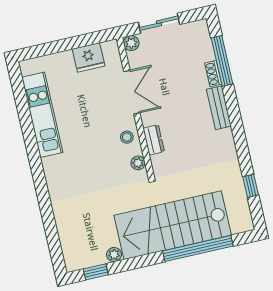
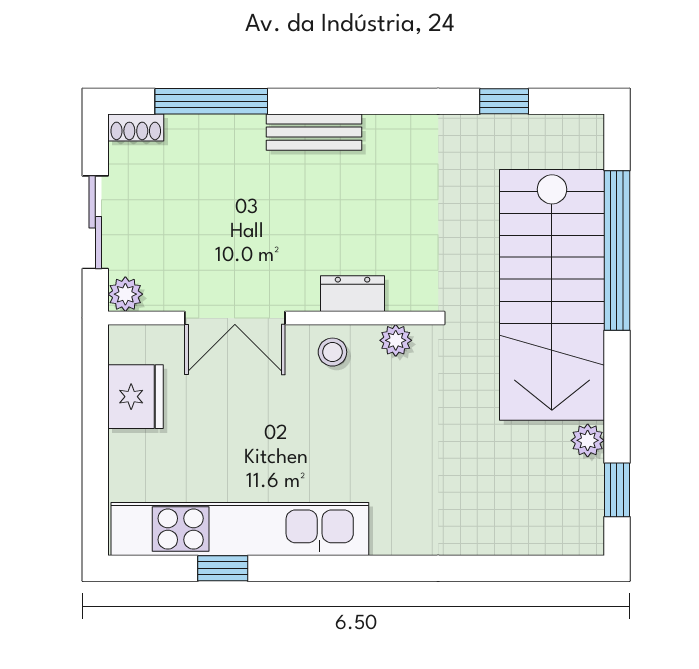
shoe rack: (213, 74) -> (136, 127), moved
double door: (132, 92) -> (235, 318), swing flipped
window: (24, 111) -> (223, 568), added
kitchen unit: (42, 115) -> (240, 529), width x1.36

